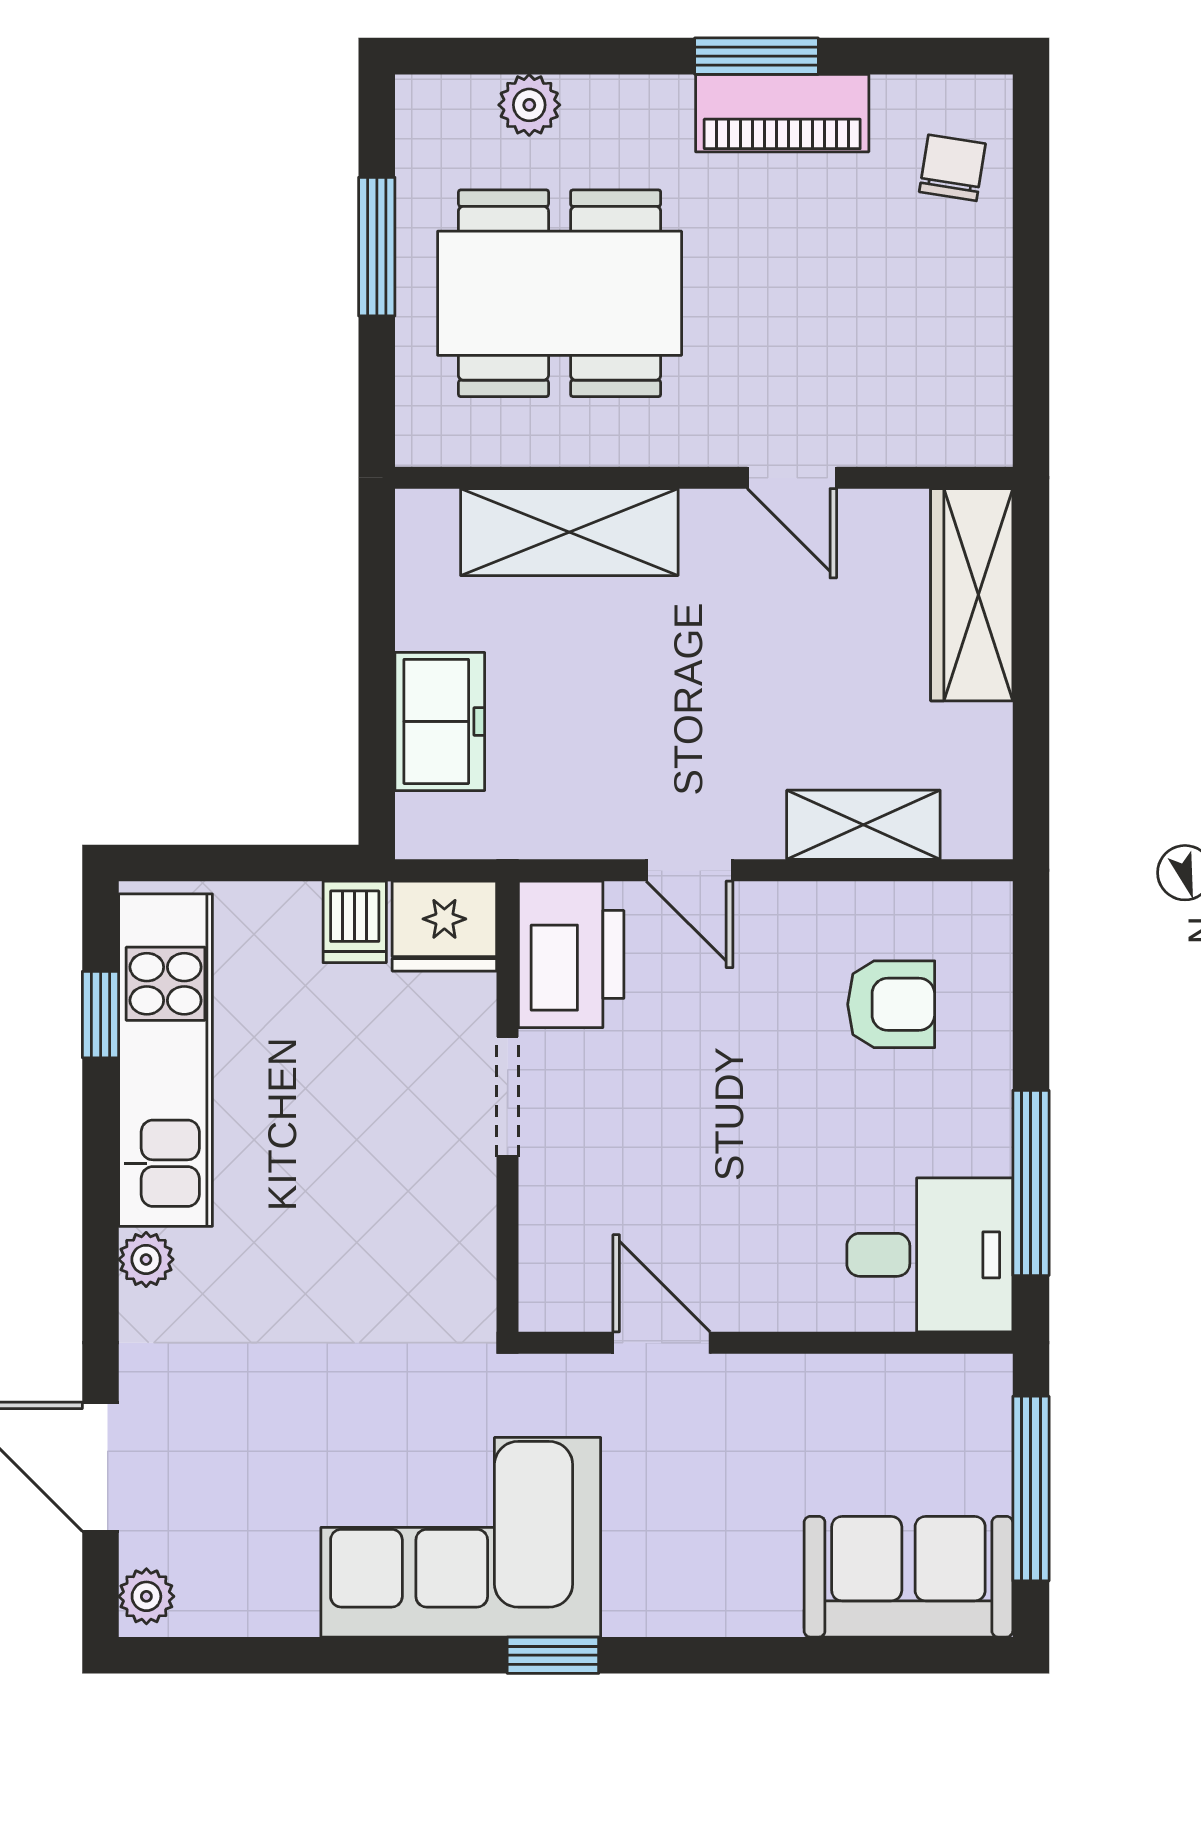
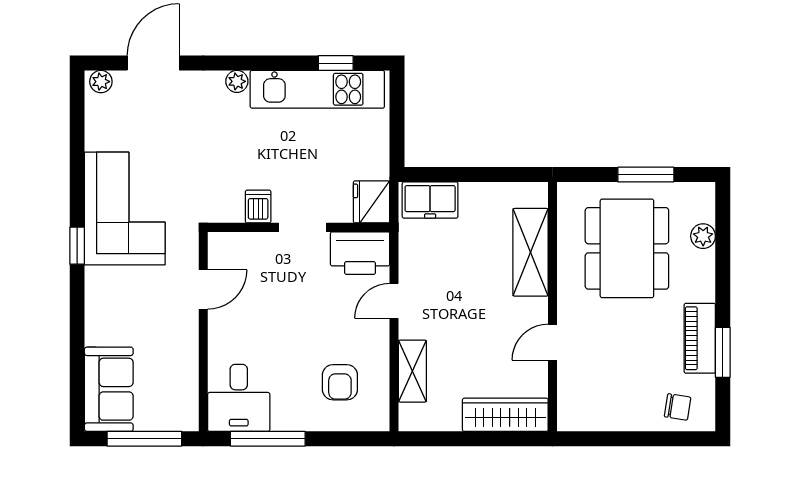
window: (756, 56) -> (723, 352), moved
freezer: (440, 721) -> (430, 200), moved
dishwasher: (355, 922) -> (258, 207), moved, turned 90

